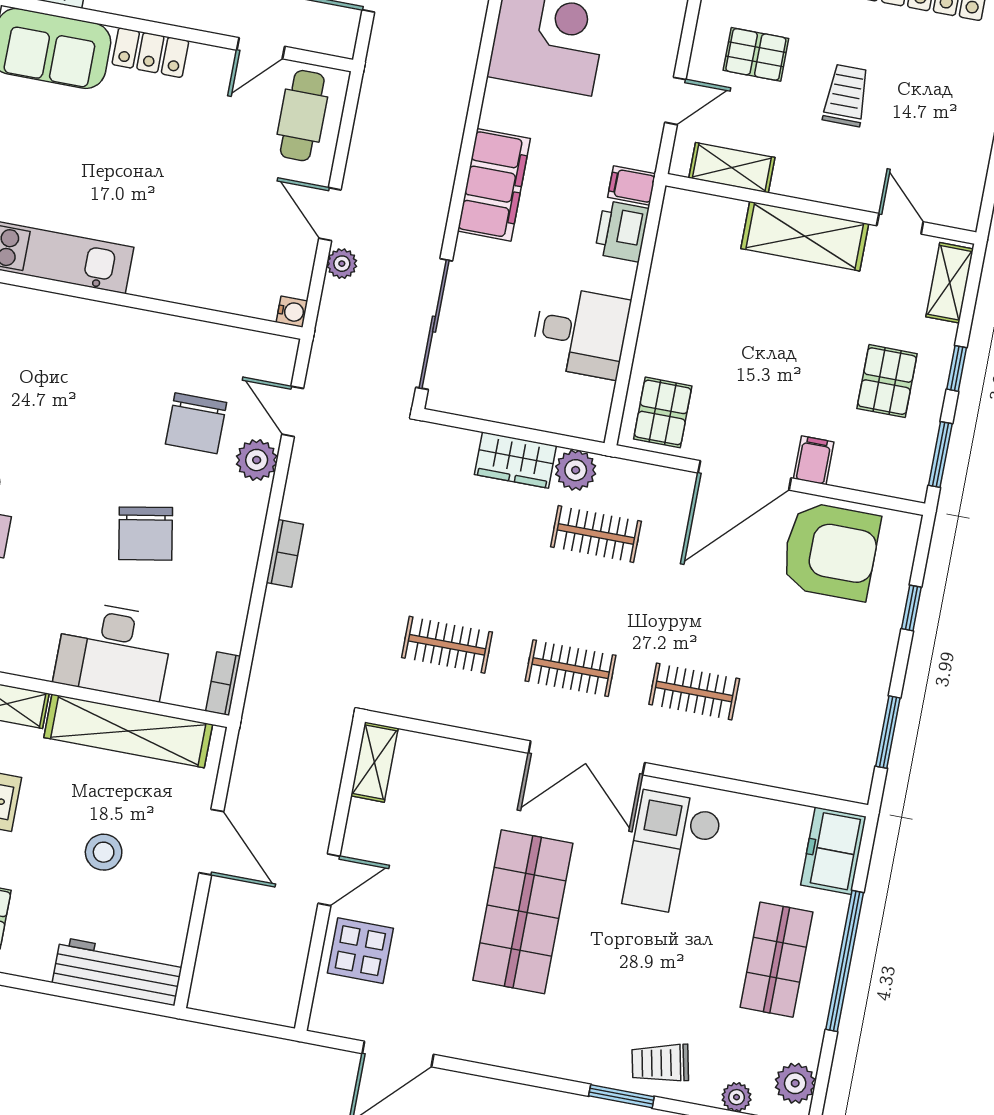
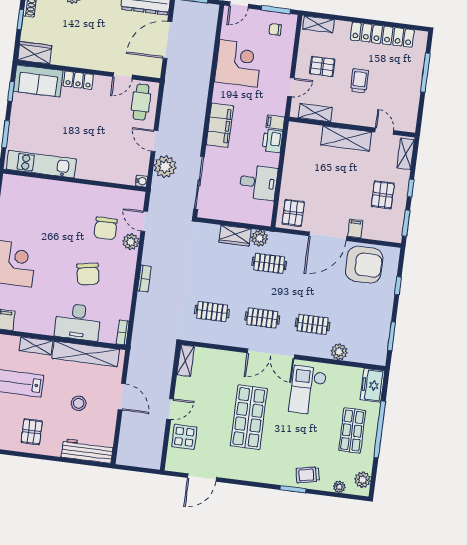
plant: (342, 264) -> (165, 167), width x1.88, depth x1.88
plant: (756, 763) -> (339, 352), added

